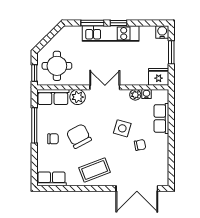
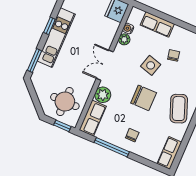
window: (92, 23) -> (34, 61), moved
chair: (79, 136) -> (144, 98), moved, turned -152

